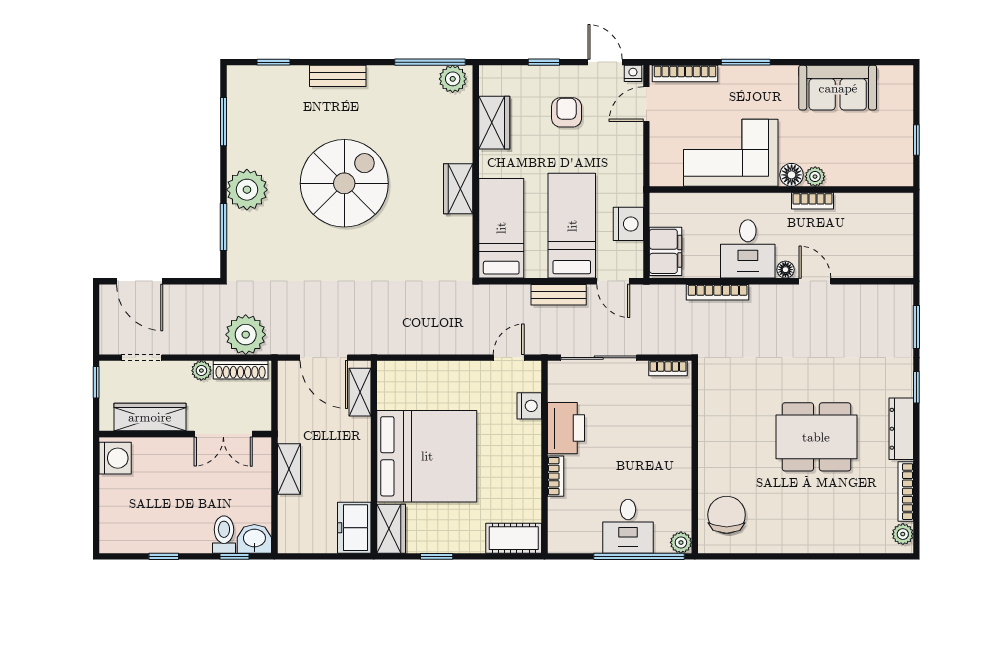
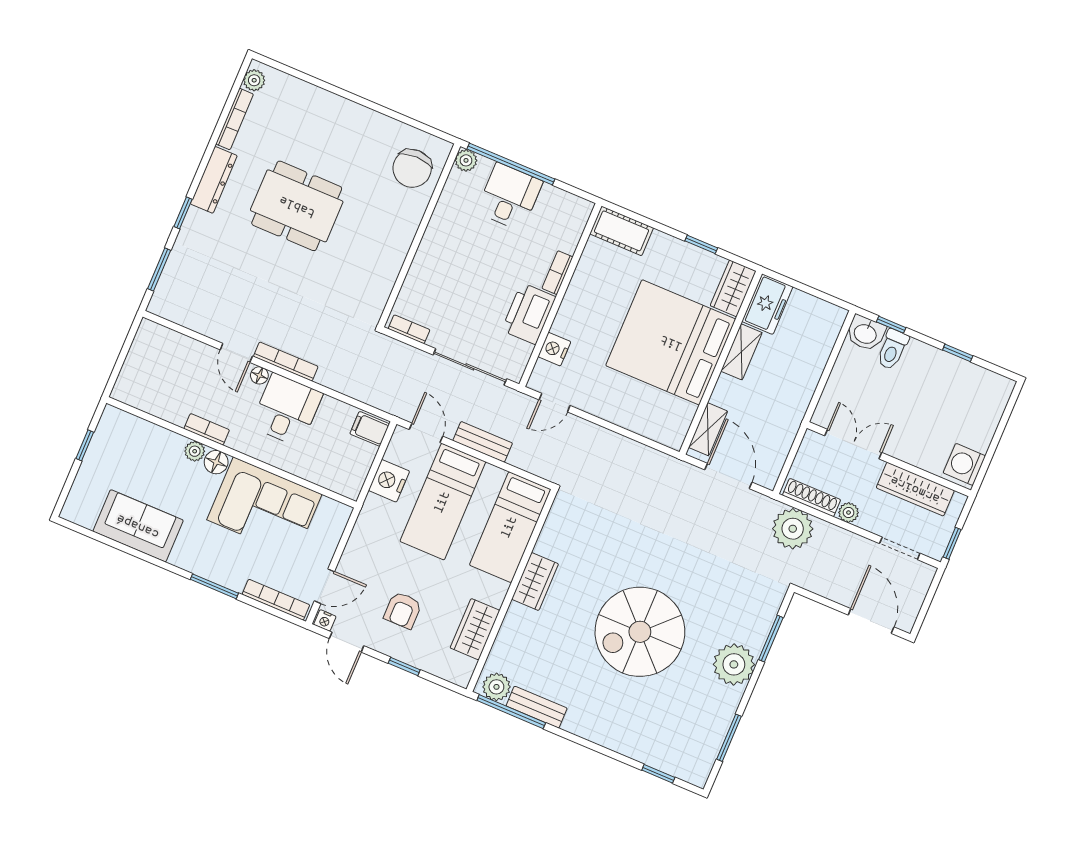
bench: (338, 76) -> (537, 707), moved
filing cabinet: (666, 251) -> (370, 429), width x0.50
bookcase: (718, 292) -> (286, 361), moved
shelving: (289, 469) -> (741, 352), moved

